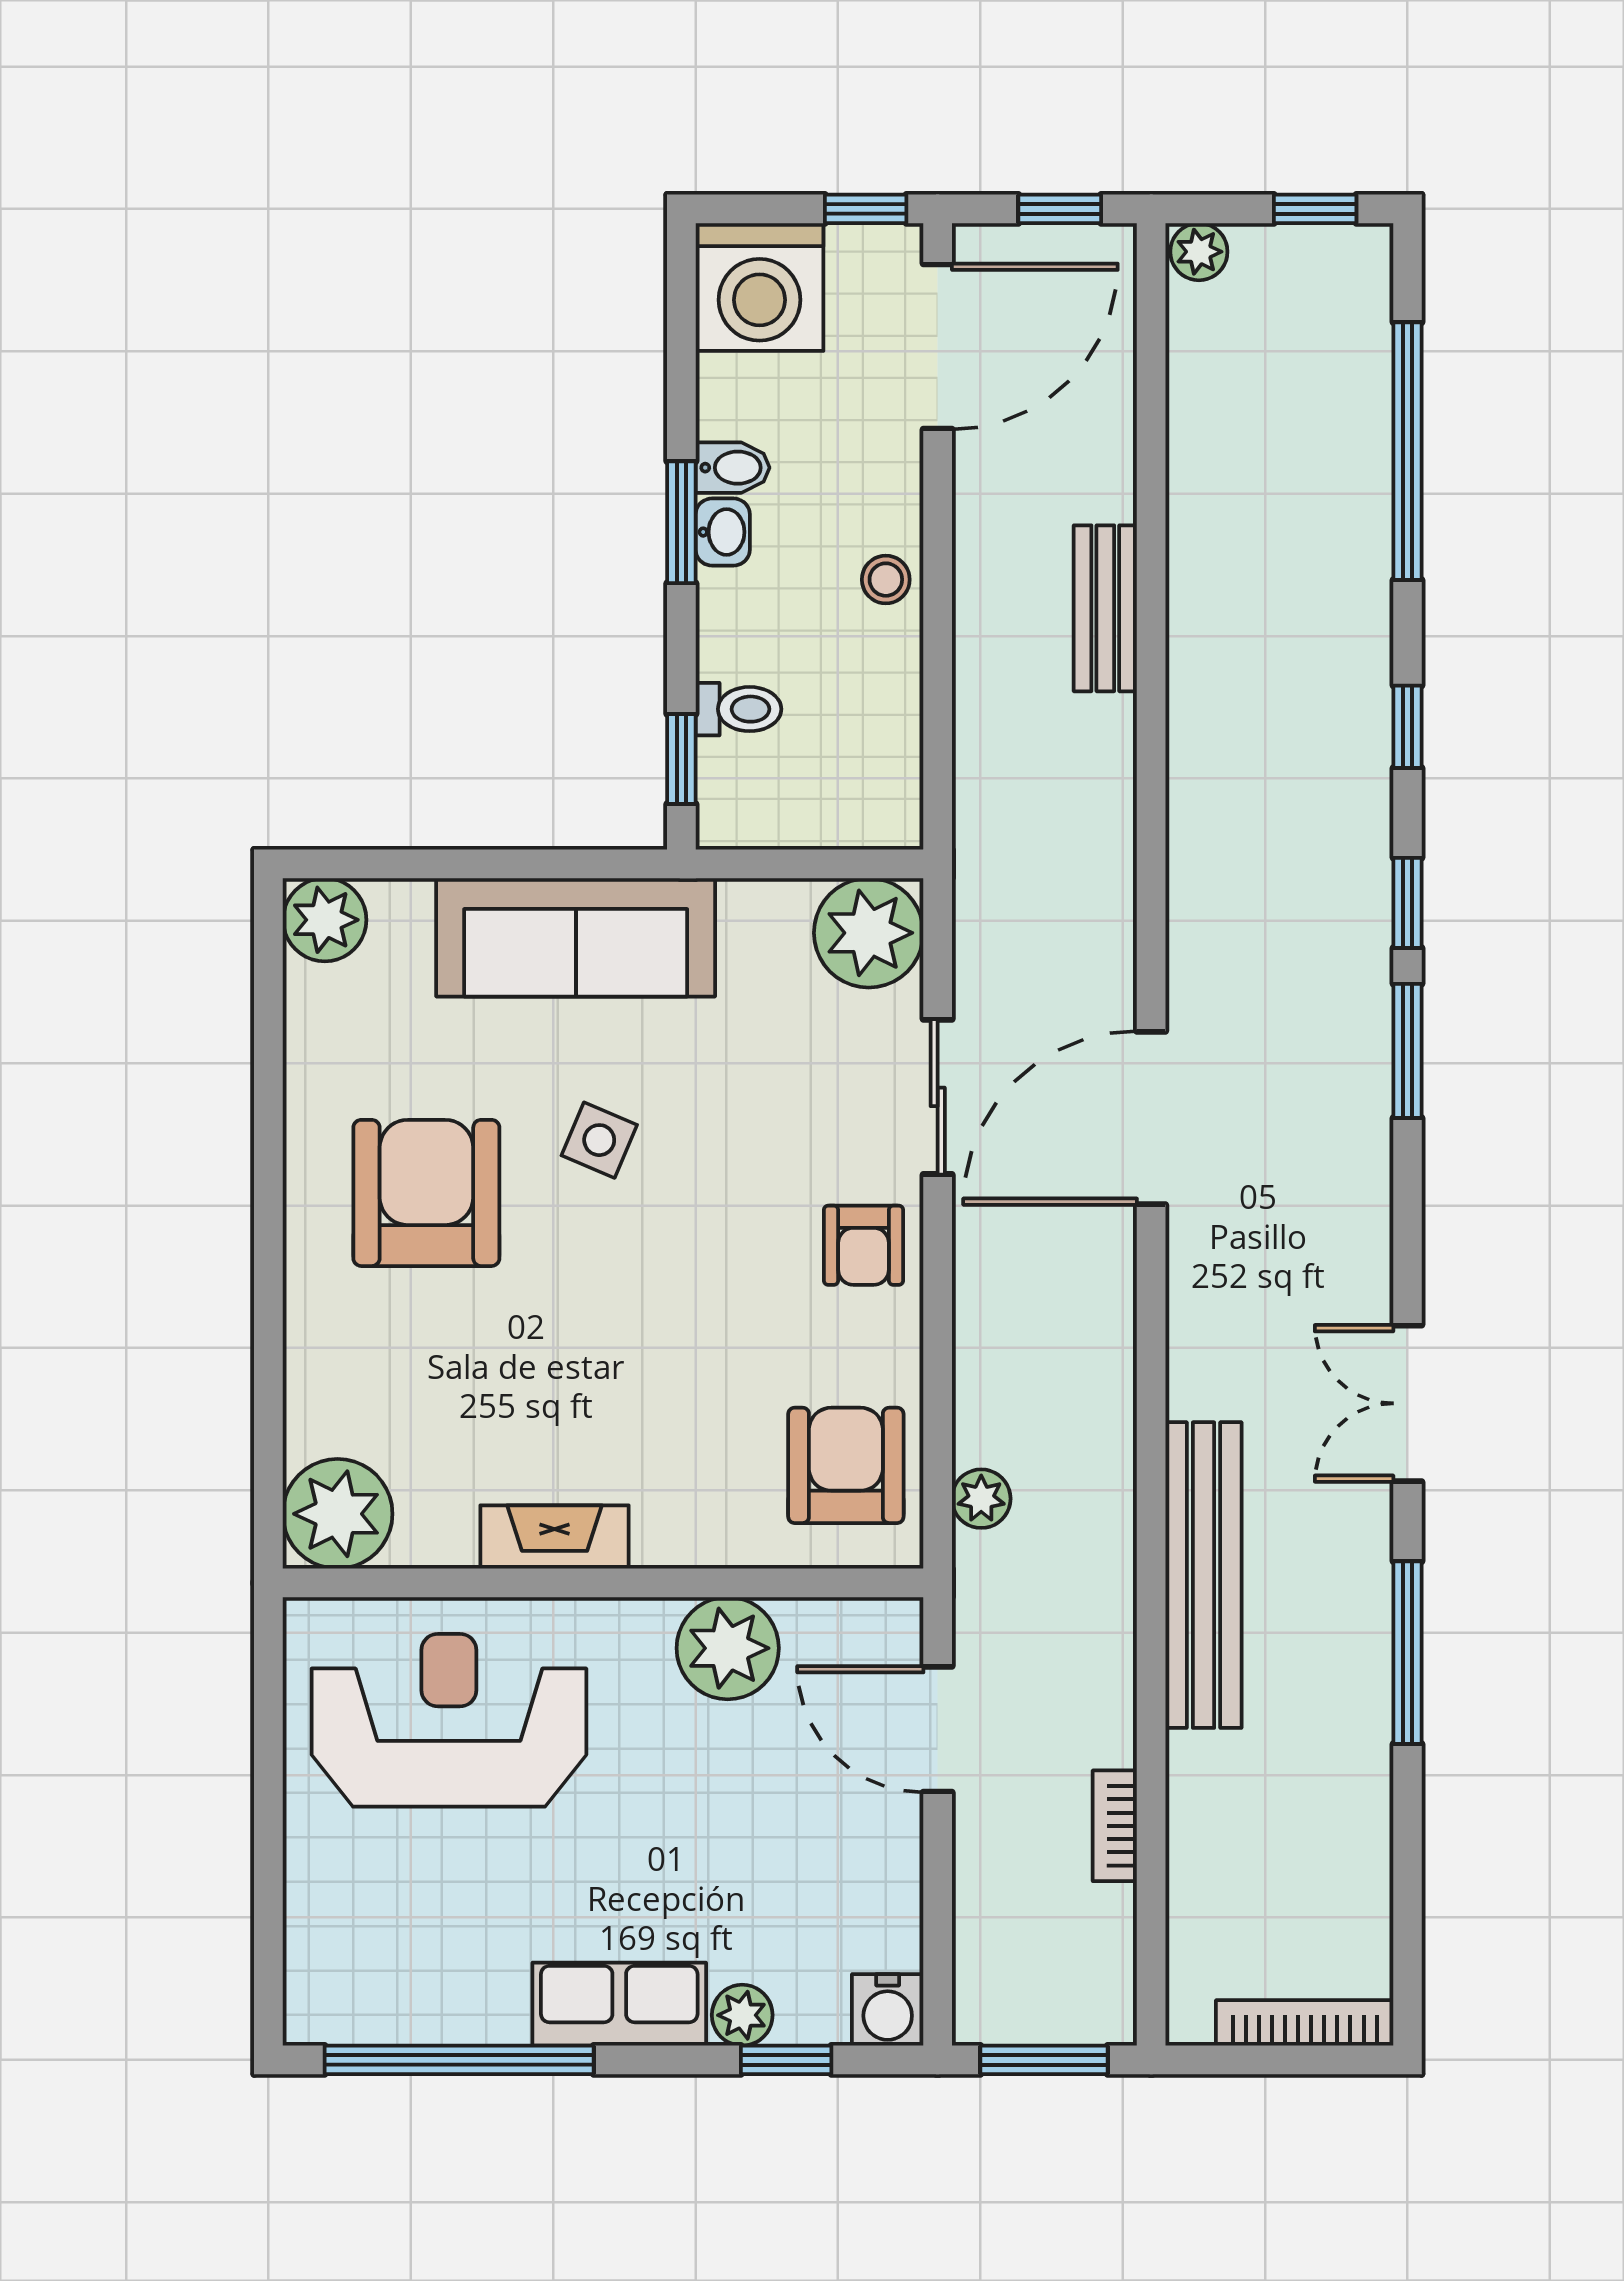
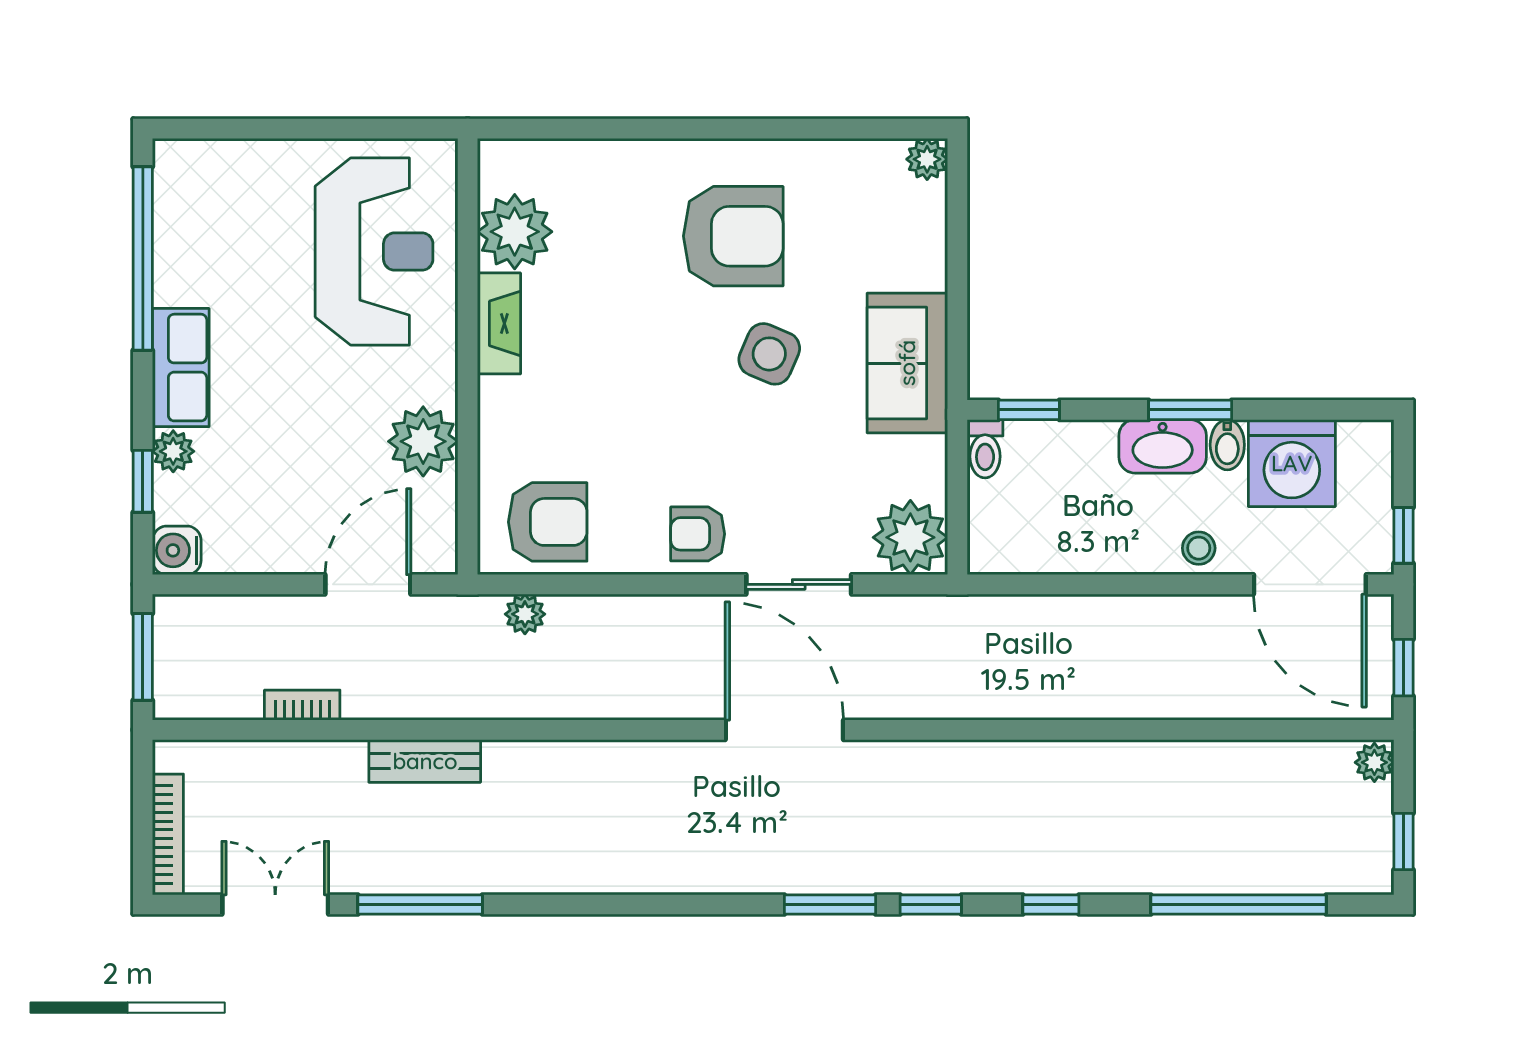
washing machine: (760, 287) -> (1292, 463), moved, turned -90
washbasin: (723, 532) -> (1163, 446), width x1.91, depth x1.45
stool: (886, 580) -> (1199, 548), moved
bench: (1105, 608) -> (1131, 699), removed
toilet: (738, 709) -> (985, 449), moved
plant: (325, 920) -> (927, 159), width x0.73, depth x0.73
sofa: (576, 937) -> (907, 363), width x0.73
side table: (599, 1140) -> (769, 354), width x1.37, depth x1.37
double door: (1407, 1403) -> (275, 904), moved
plant: (338, 1514) -> (515, 232), moved
bench: (1204, 1575) -> (425, 761), width x0.54, depth x0.82

